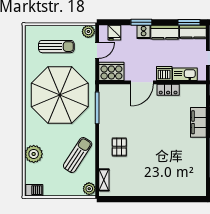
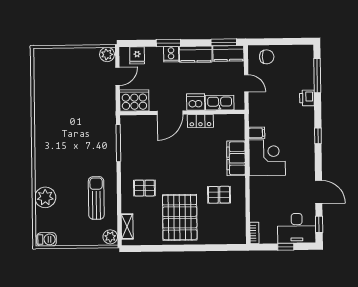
sun lounger: (56, 47) -> (70, 72), removed
parasol: (60, 95) -> (75, 129), removed
pallet: (119, 147) -> (144, 188), turned 90
pallet: (183, 154) -> (219, 195), added
sun lounger: (78, 155) -> (96, 198), turned -33
pallet: (149, 173) -> (180, 217), added

